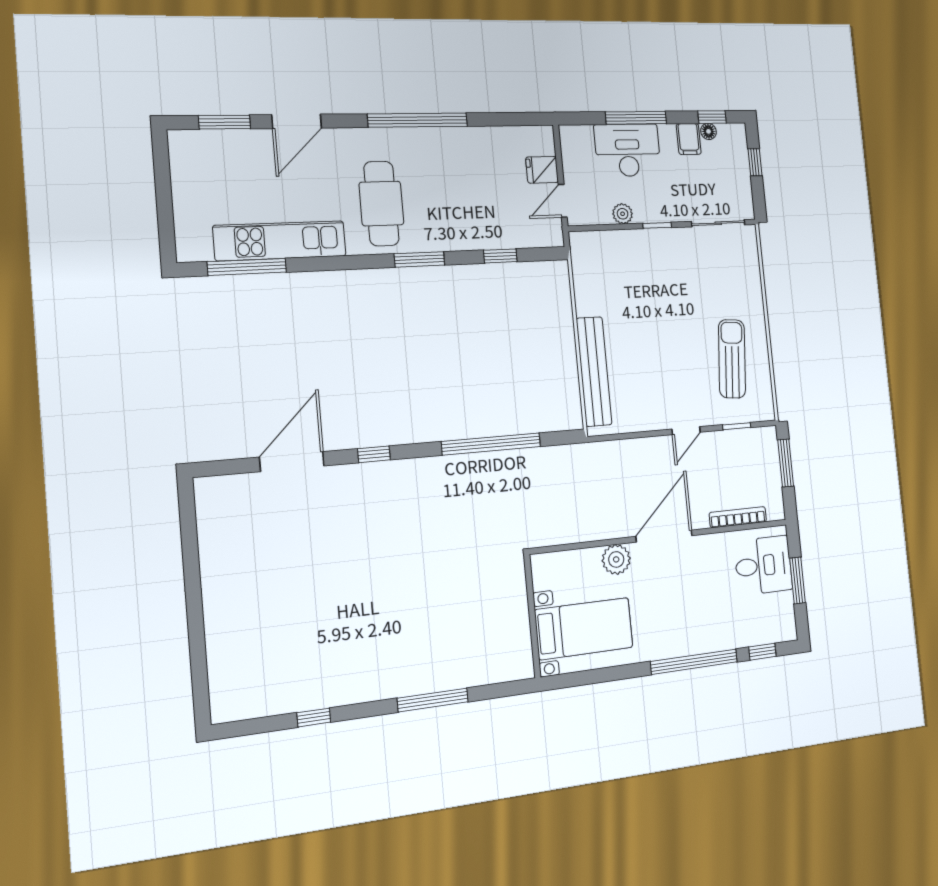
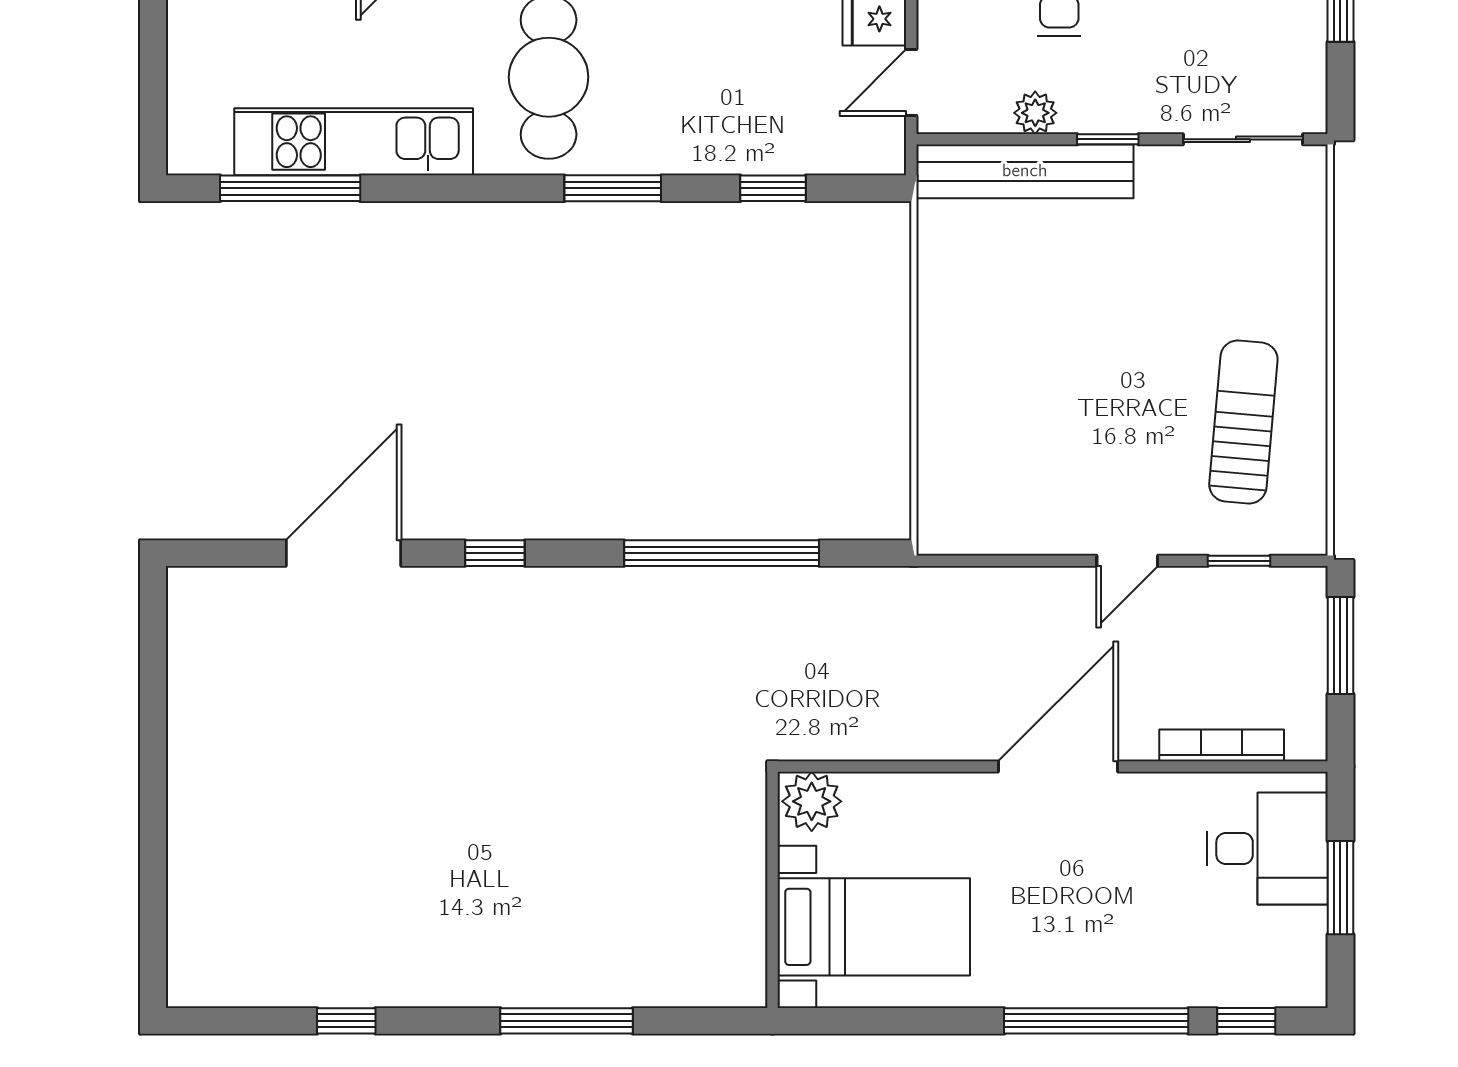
bench: (594, 371) -> (1025, 171), moved, turned 90
plant: (616, 559) -> (812, 801), moved

